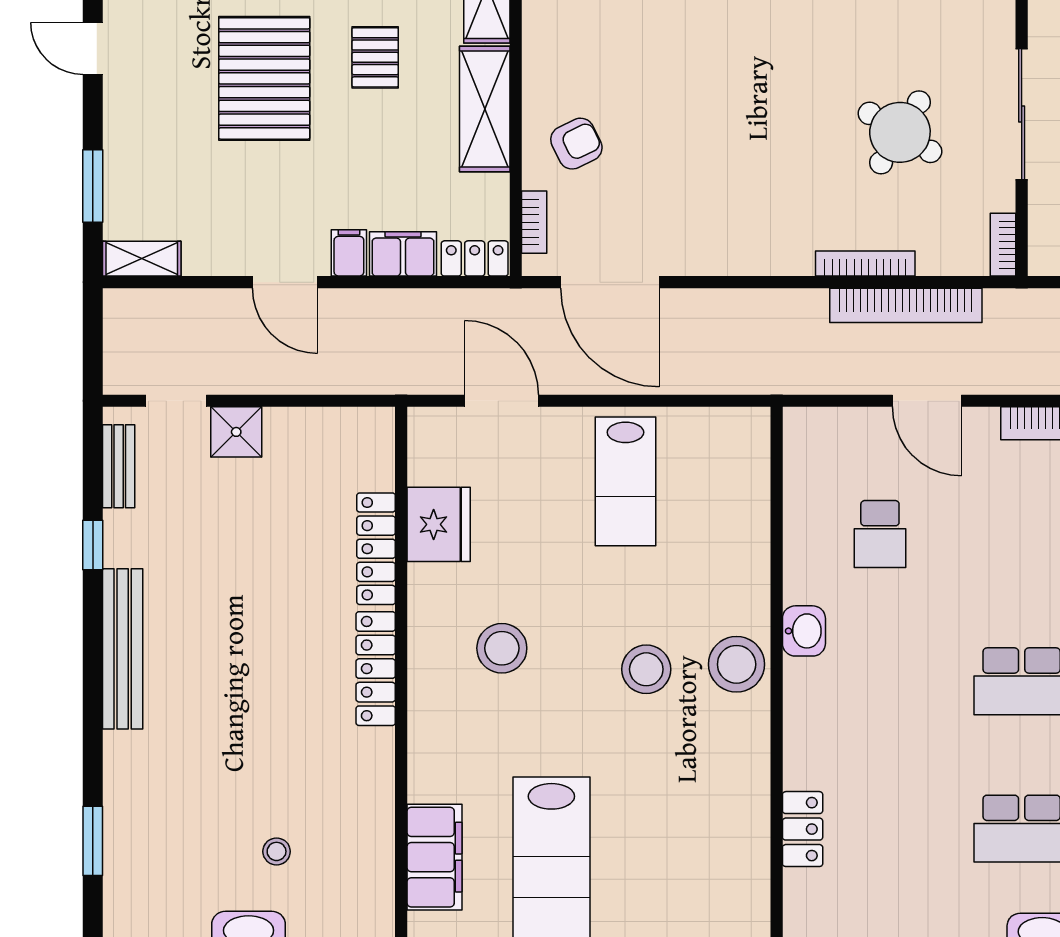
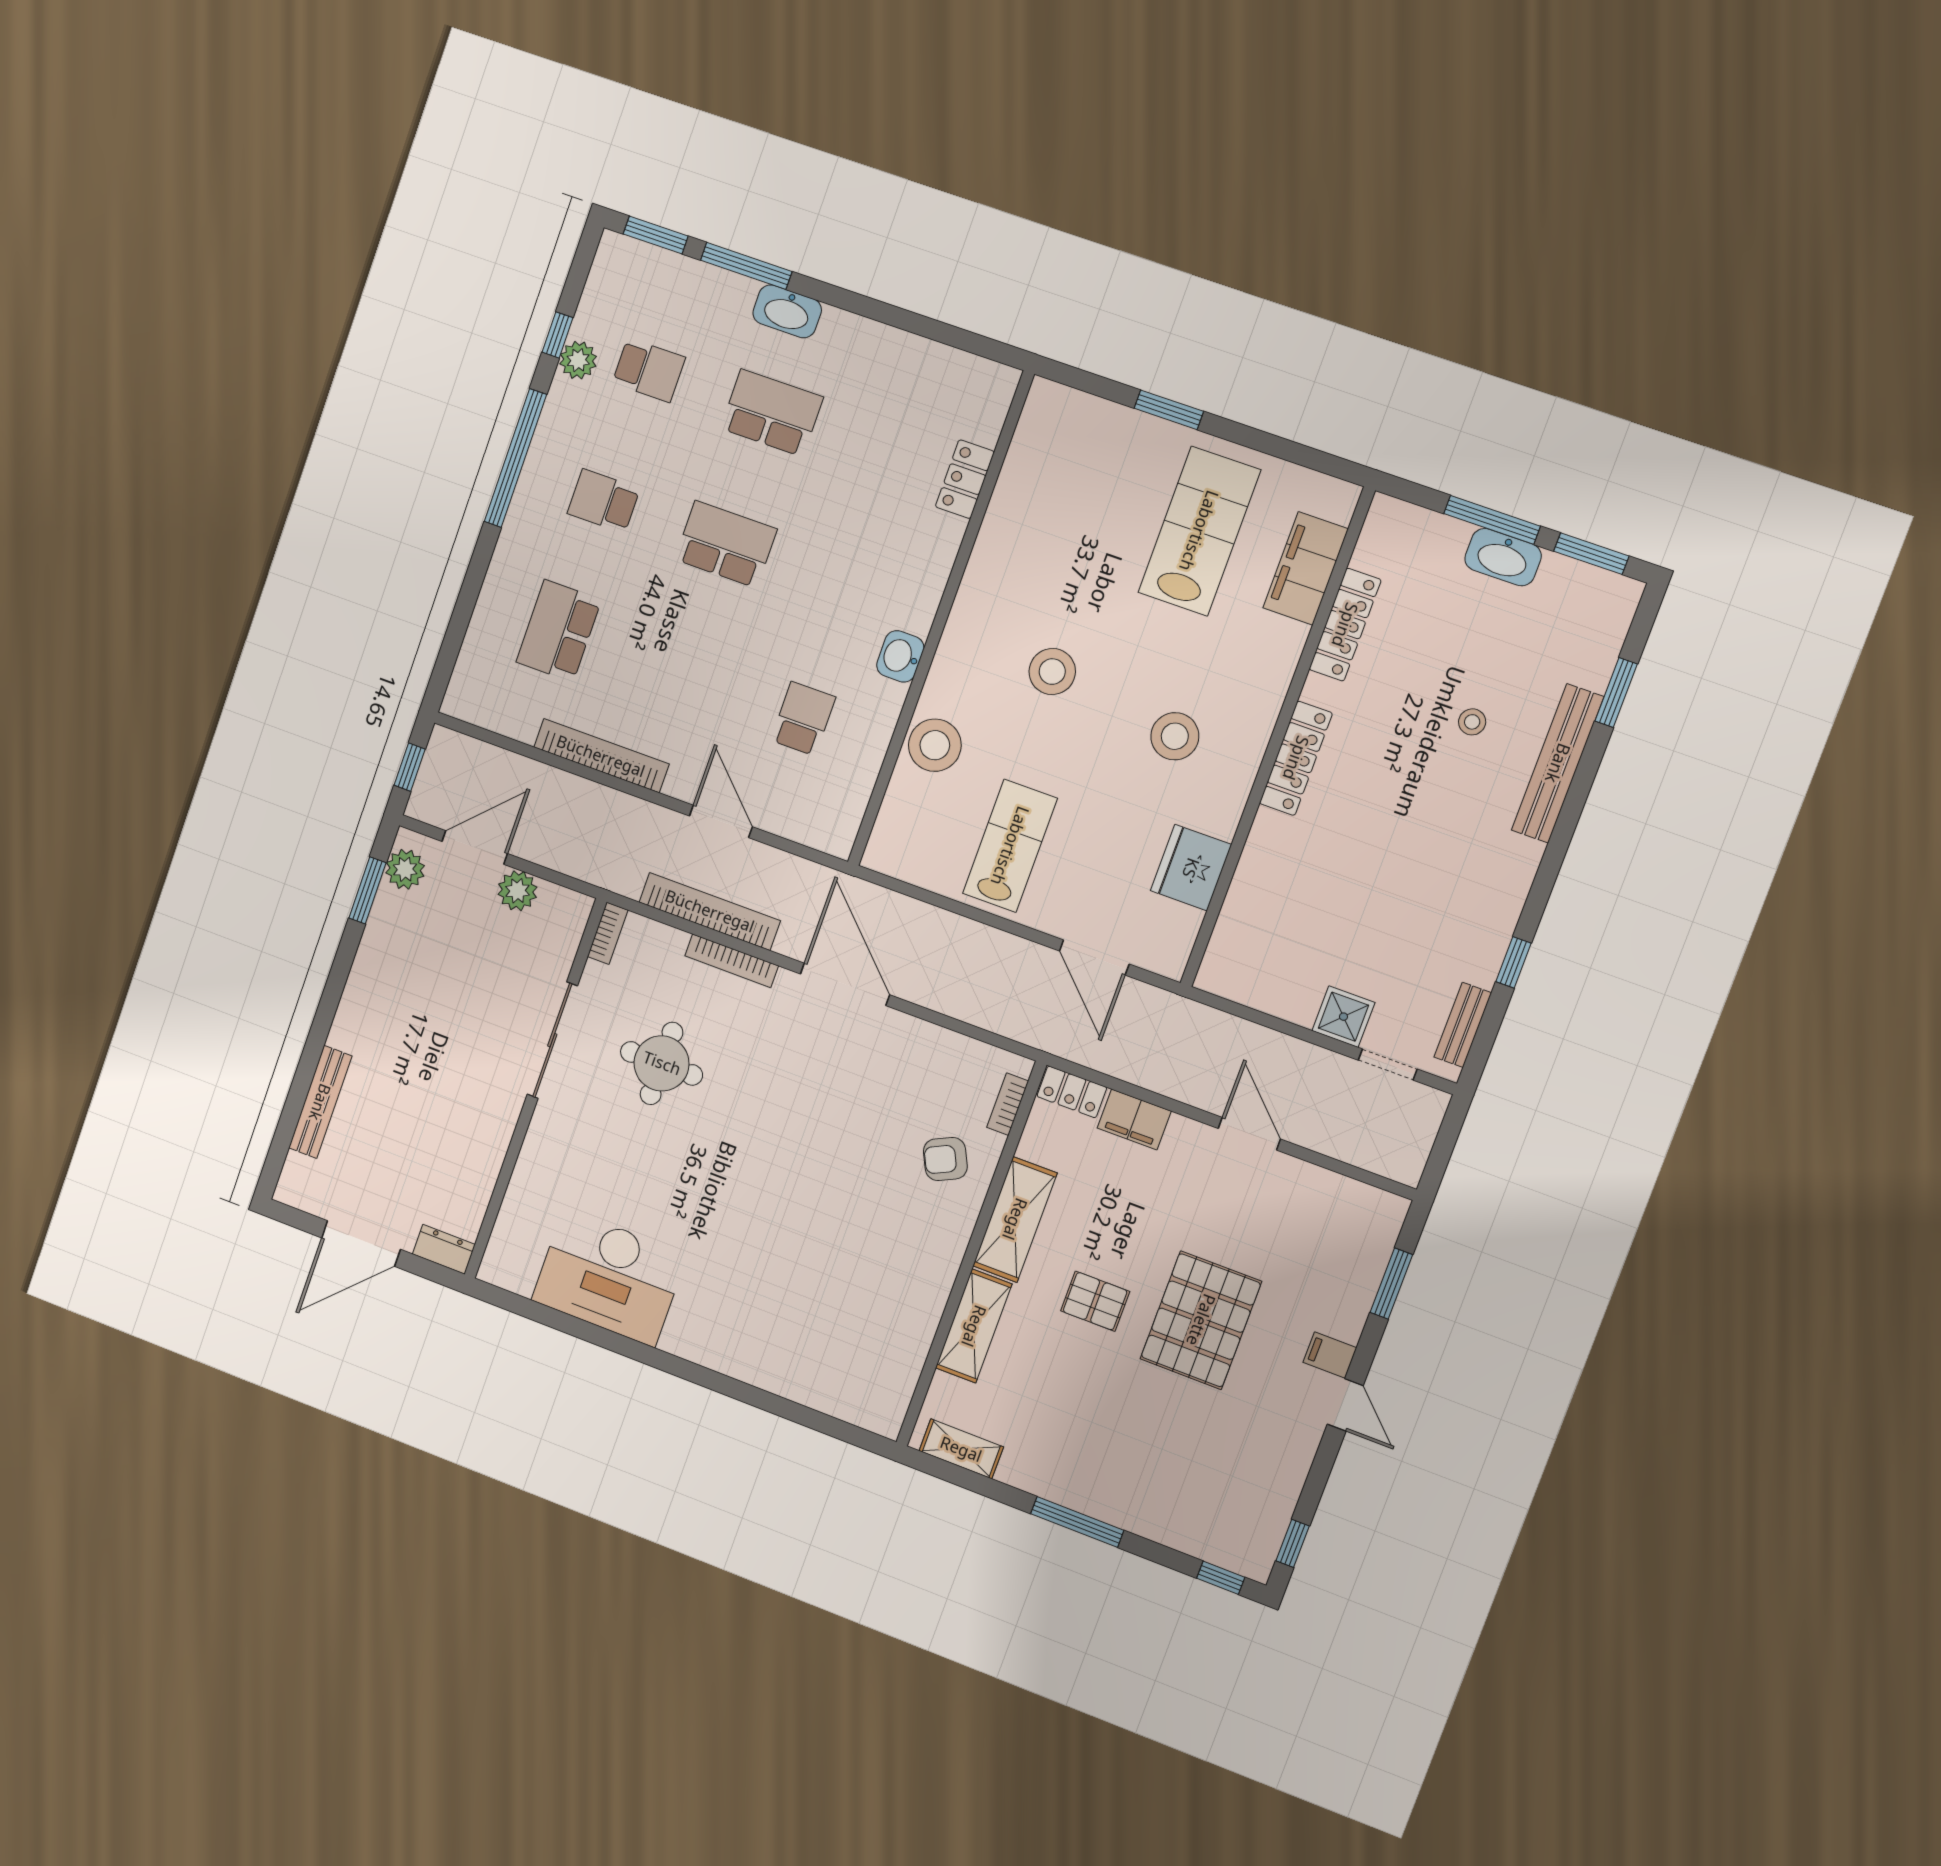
pallet: (375, 57) -> (1095, 1301), turned 90
round table: (900, 132) -> (662, 1063), turned -32
filing cabinet: (349, 253) -> (1330, 1355), moved, turned 90
shelving: (142, 259) -> (1371, 1203), removed
door: (610, 282) -> (845, 984), moved
locker: (376, 549) -> (1345, 625), moved
bench: (123, 649) -> (1558, 763), moved
stool: (737, 664) -> (935, 745), moved
stool: (277, 851) -> (1472, 722), moved

